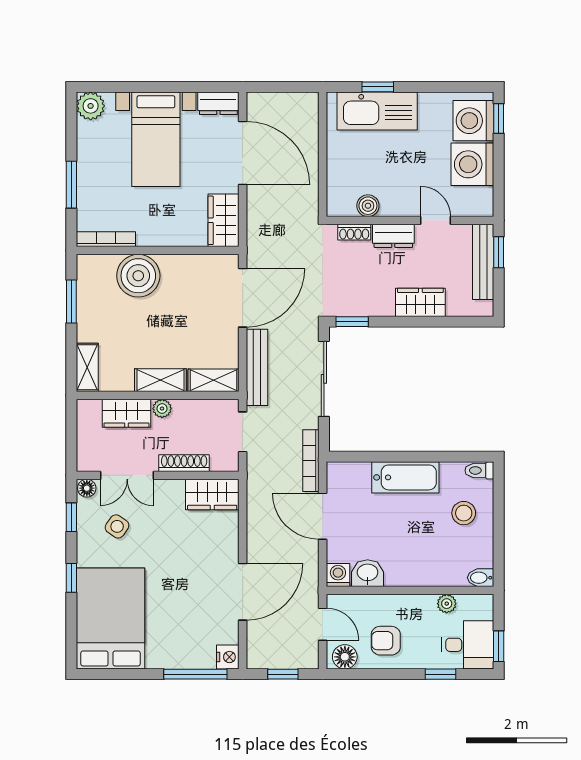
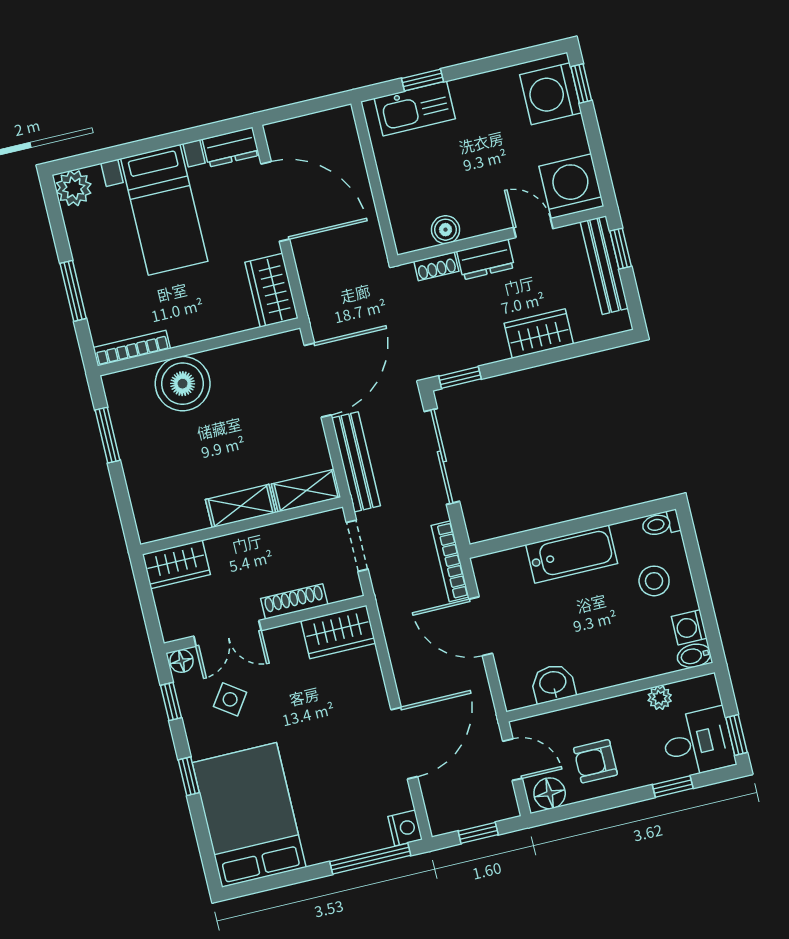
kitchen sink: (377, 111) -> (415, 109), width x0.73, depth x0.81
washing machine: (472, 164) -> (571, 186), moved, turned 90
shelving: (87, 367) -> (147, 512), removed
plant: (162, 409) -> (251, 541), removed
wardrobe: (126, 413) -> (176, 564), moved
washing machine: (338, 575) -> (689, 627), moved, turned -90

